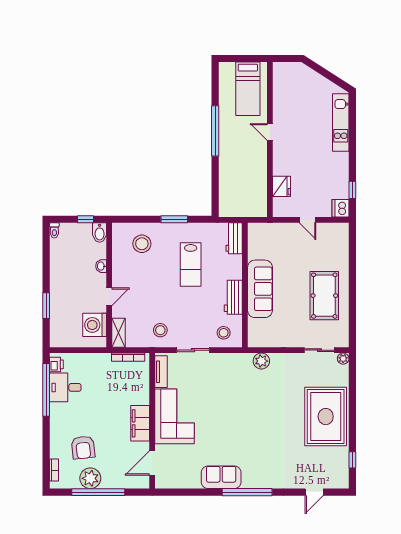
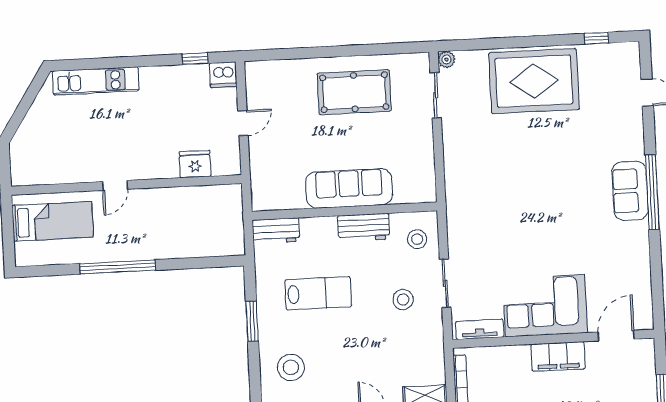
stool: (160, 330) -> (403, 300), moved
plant: (261, 361) -> (456, 181), removed
door: (152, 463) -> (616, 336), swing flipped
sofa: (221, 477) -> (630, 191), moved

